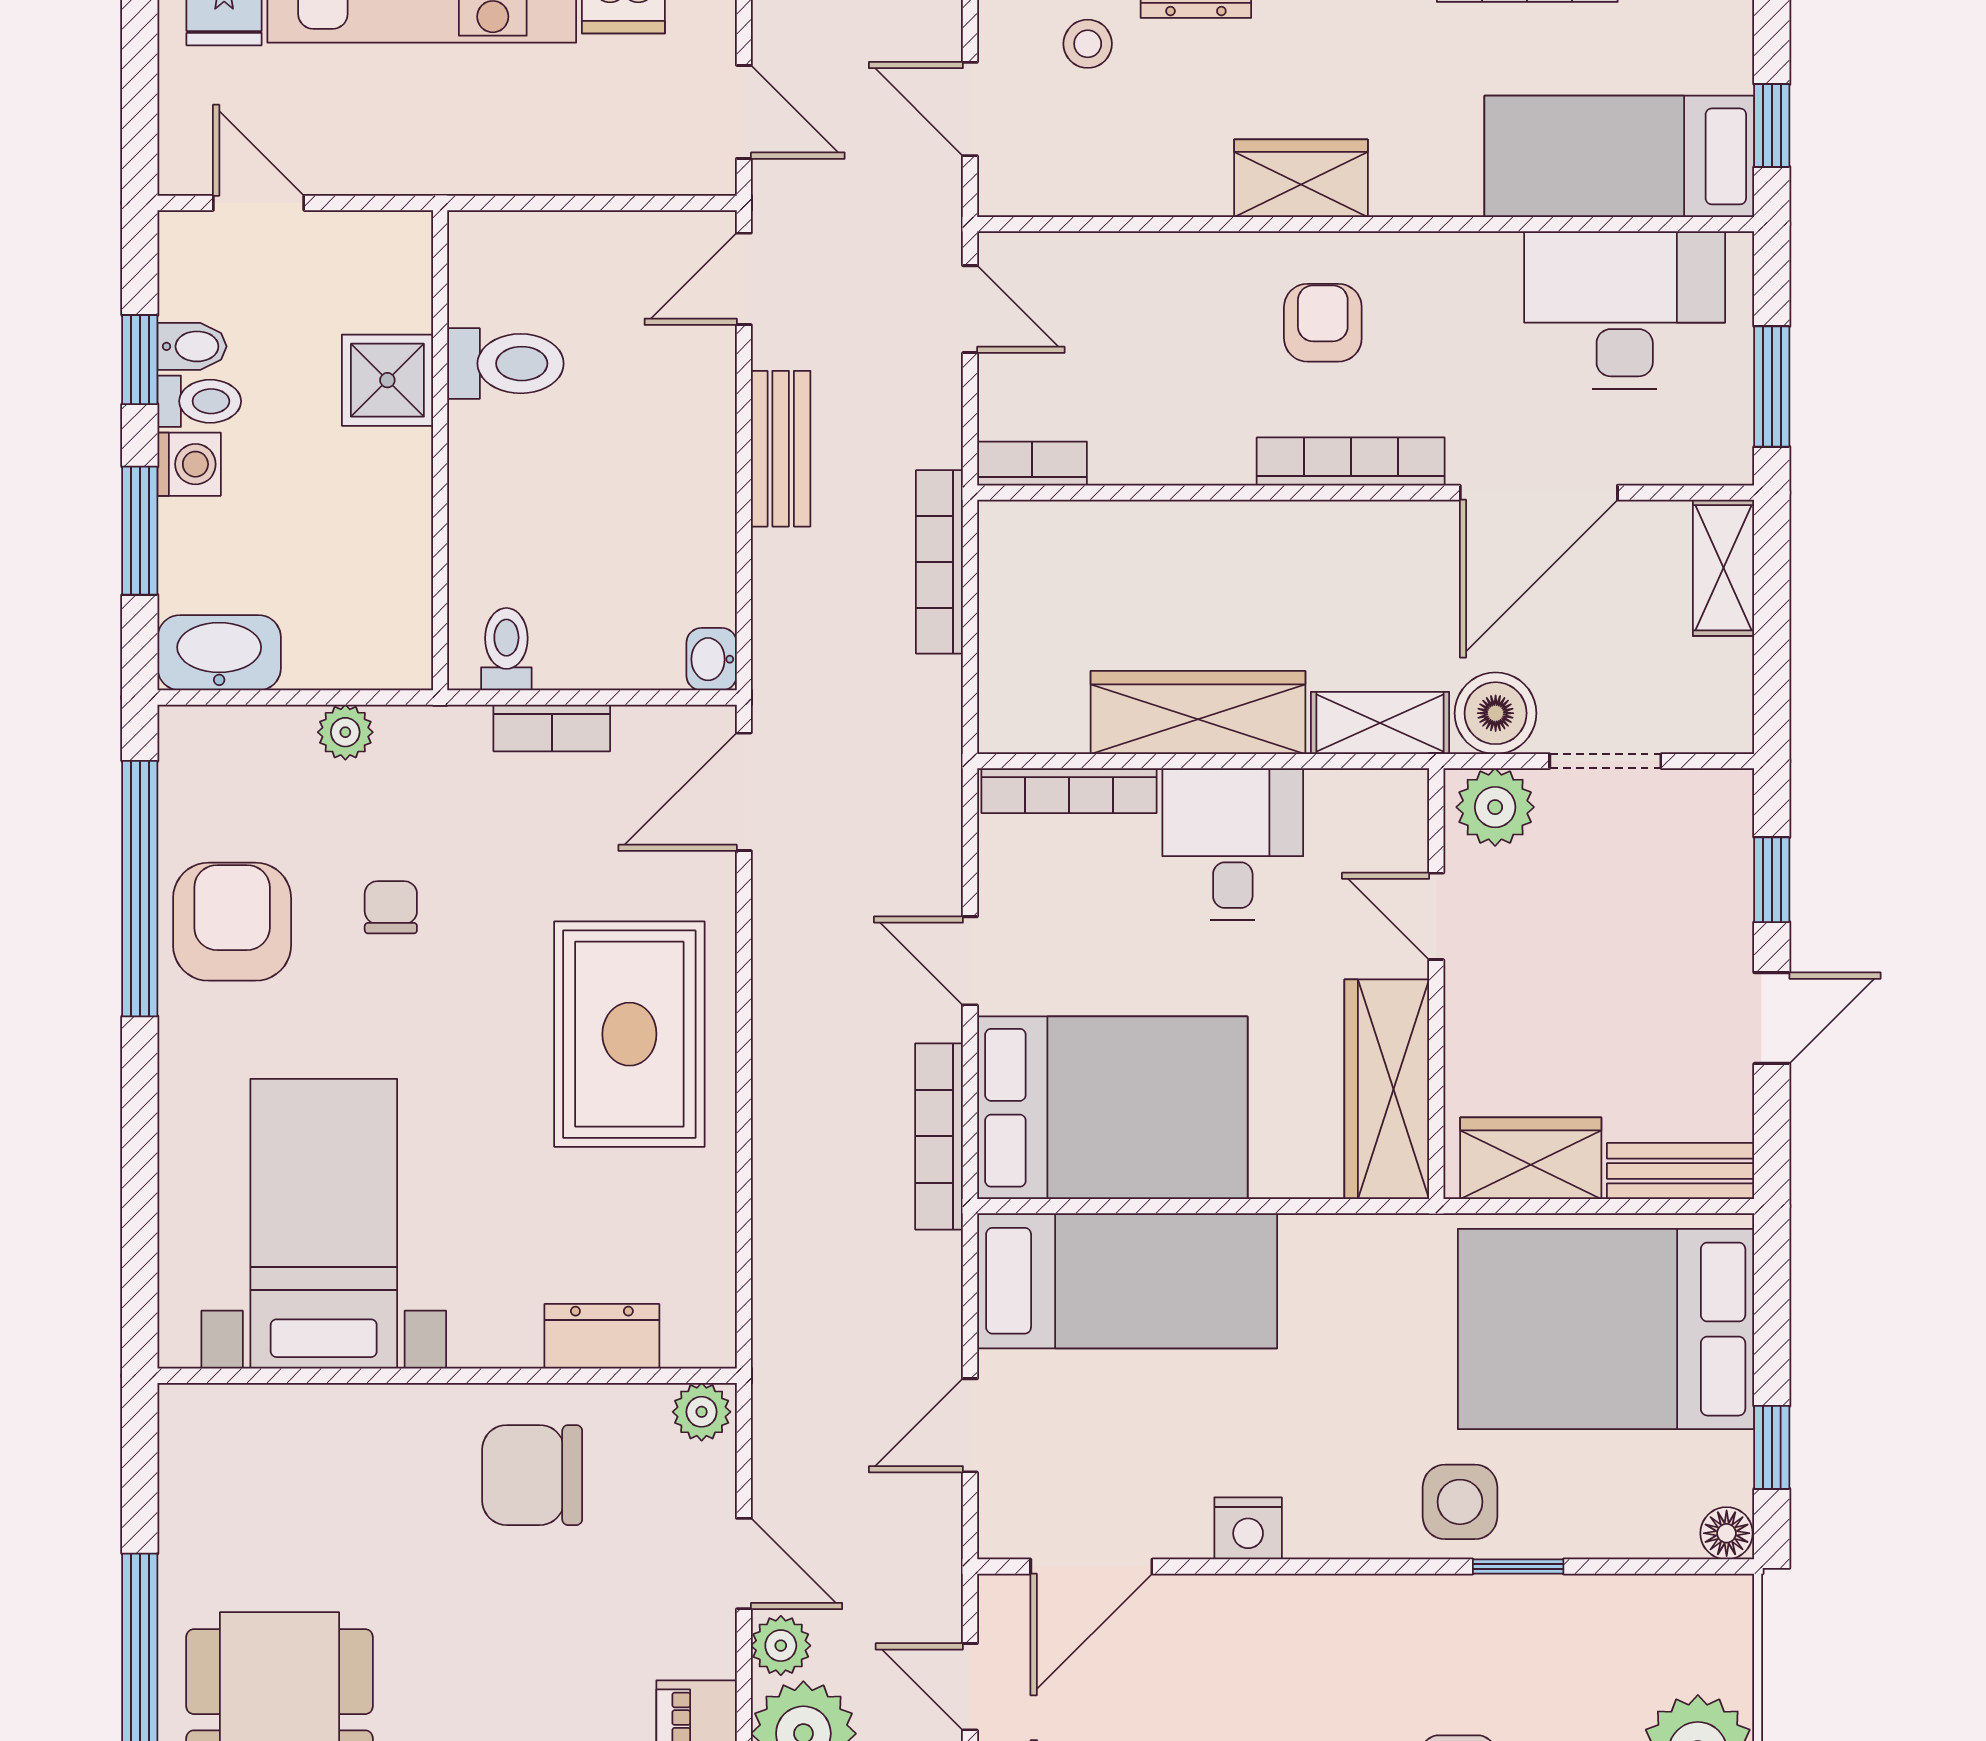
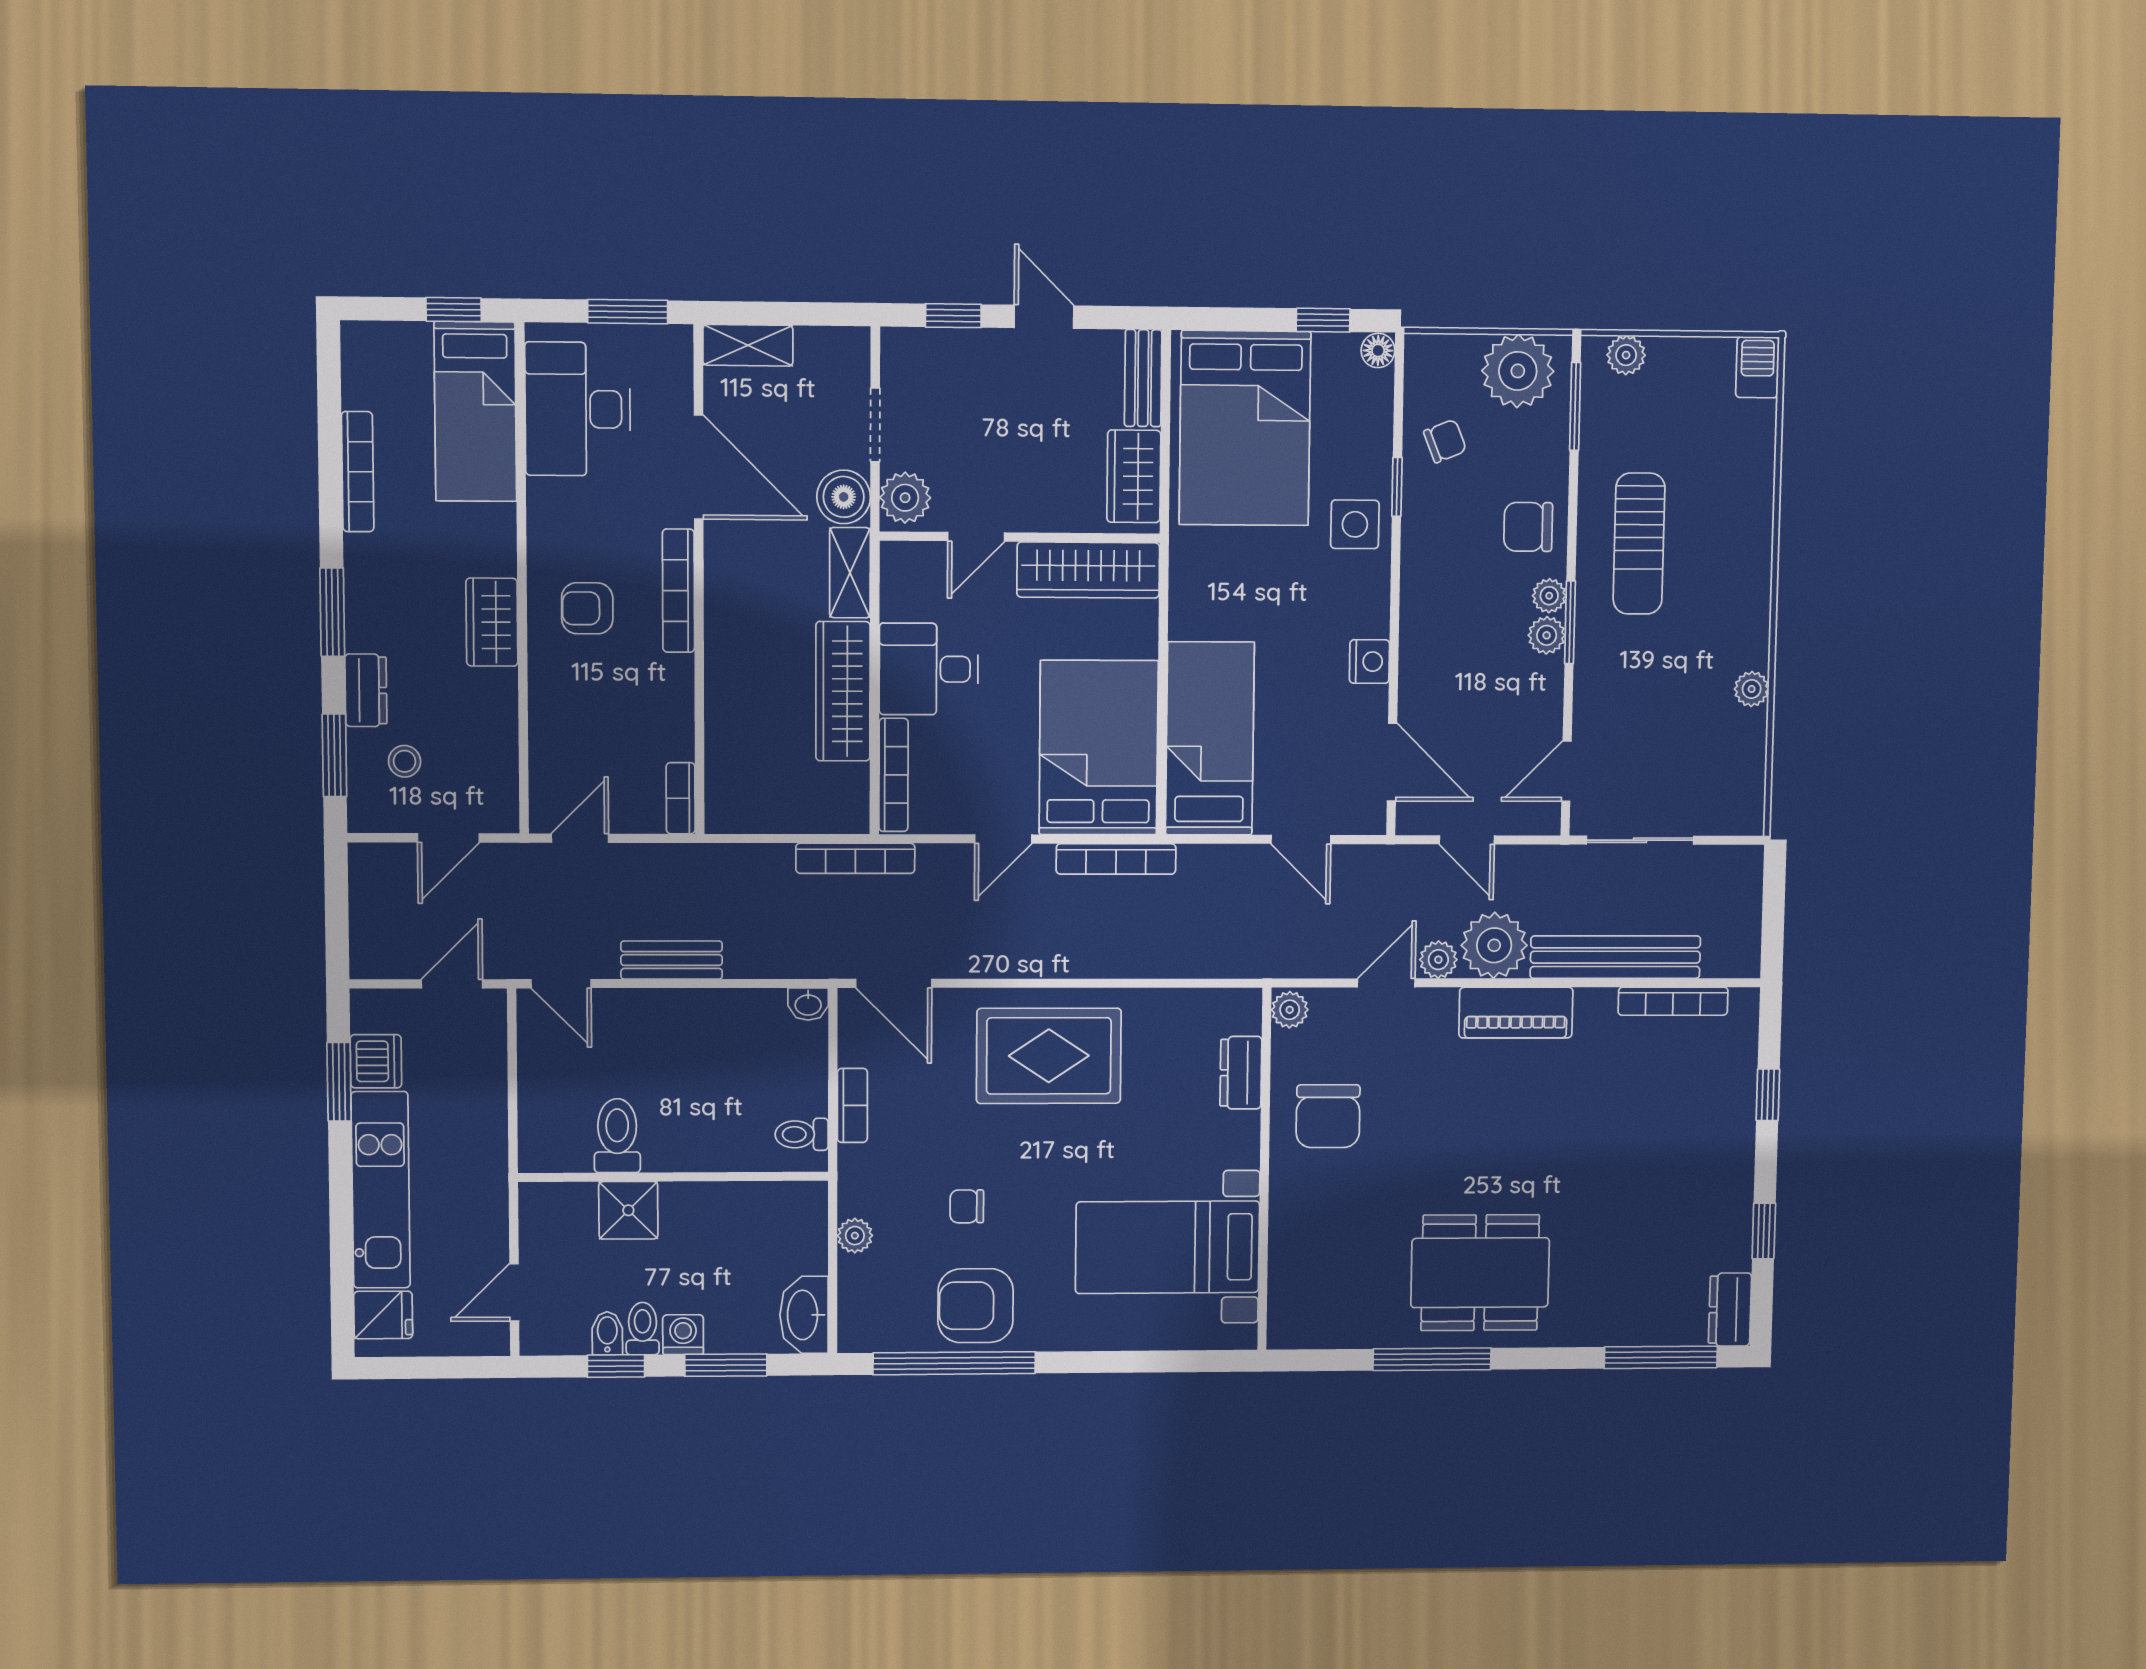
bookcase: (939, 562) -> (855, 858), moved
chair: (1589, 1640) -> (1445, 441), added
door: (970, 1687) -> (1467, 840), hinge flipped

